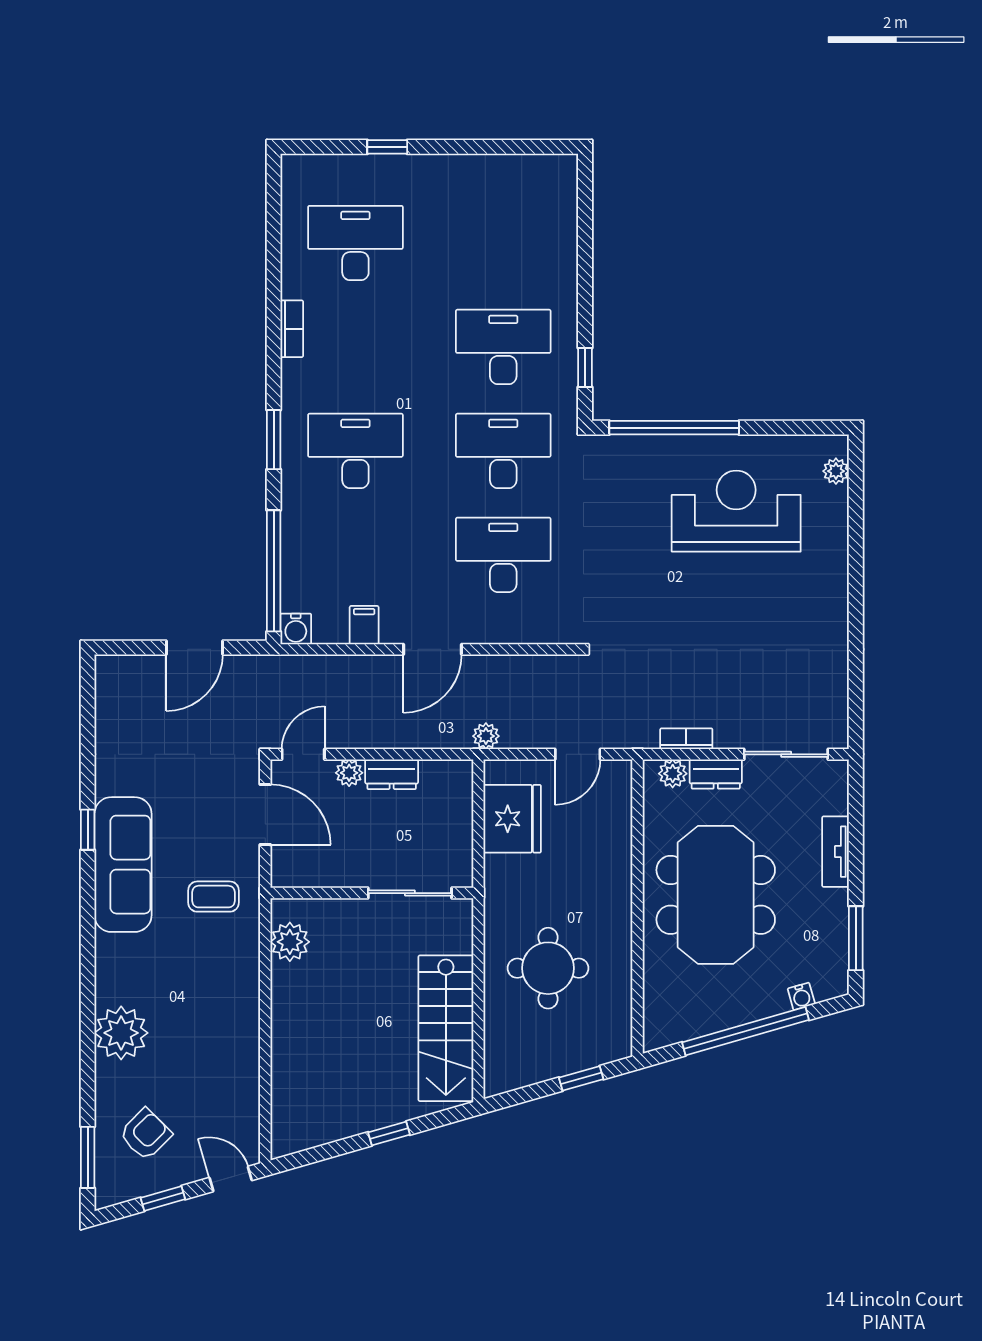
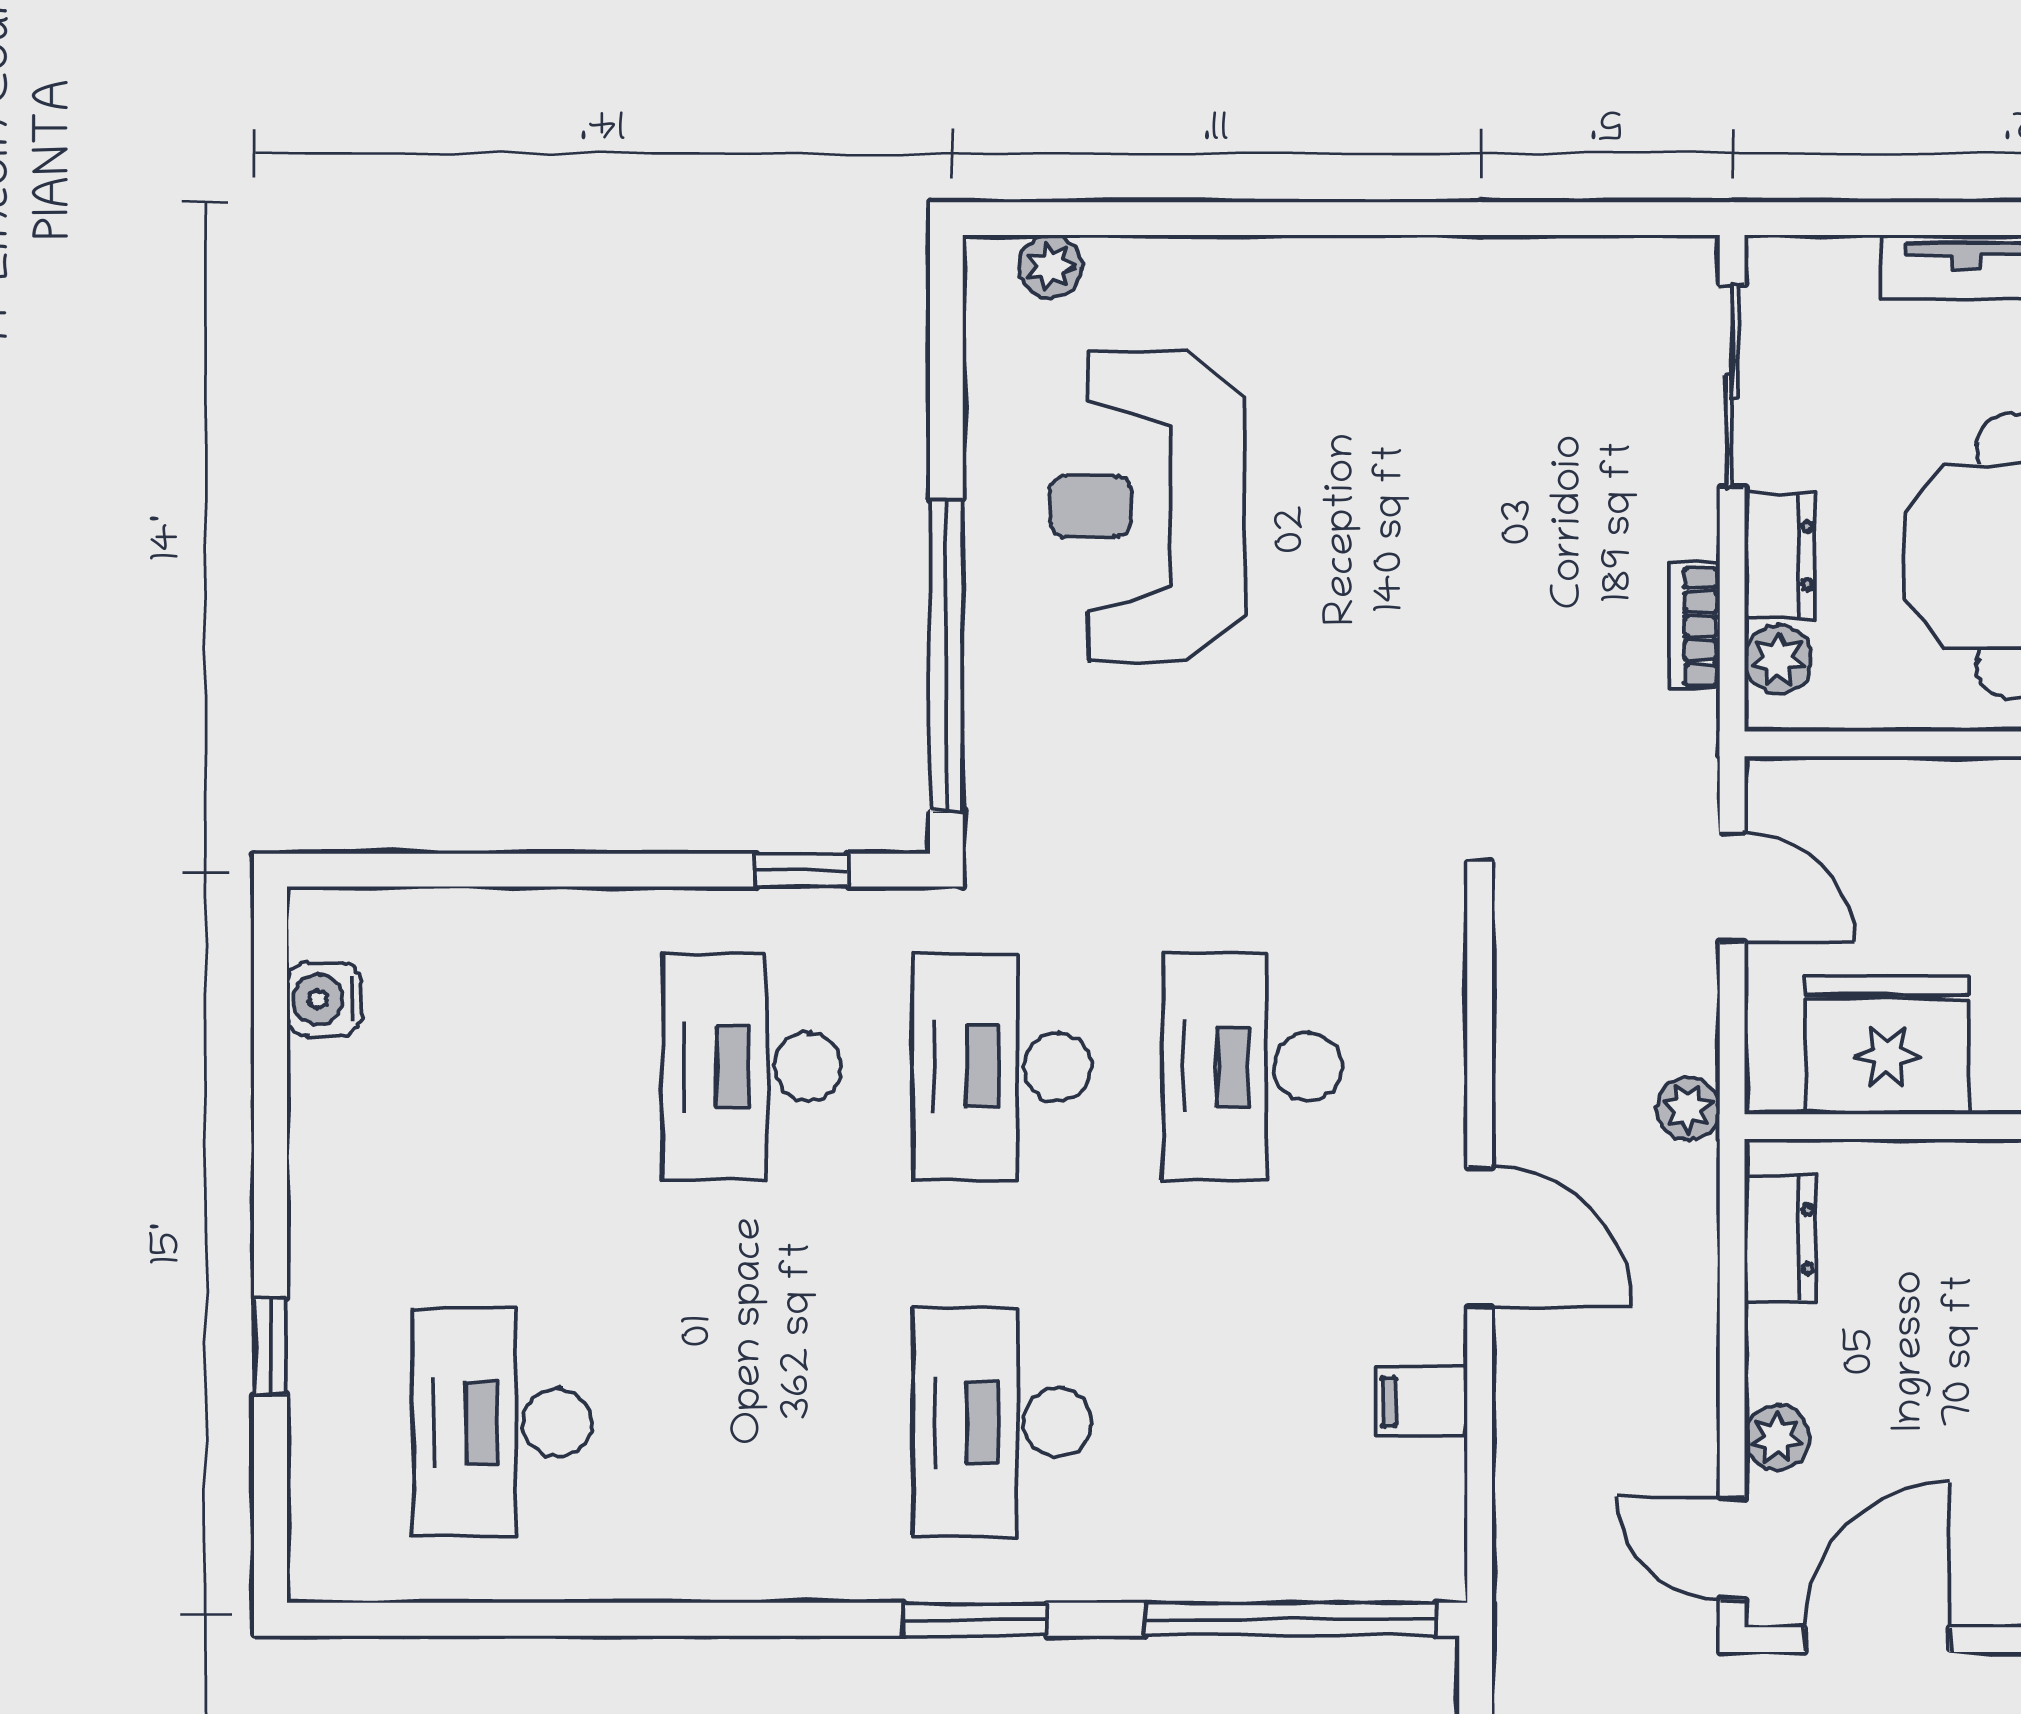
bookcase: (292, 329) -> (708, 1576), removed
water cooler: (296, 629) -> (324, 999), moved, turned 180
dresser: (392, 774) -> (1780, 1239), moved

